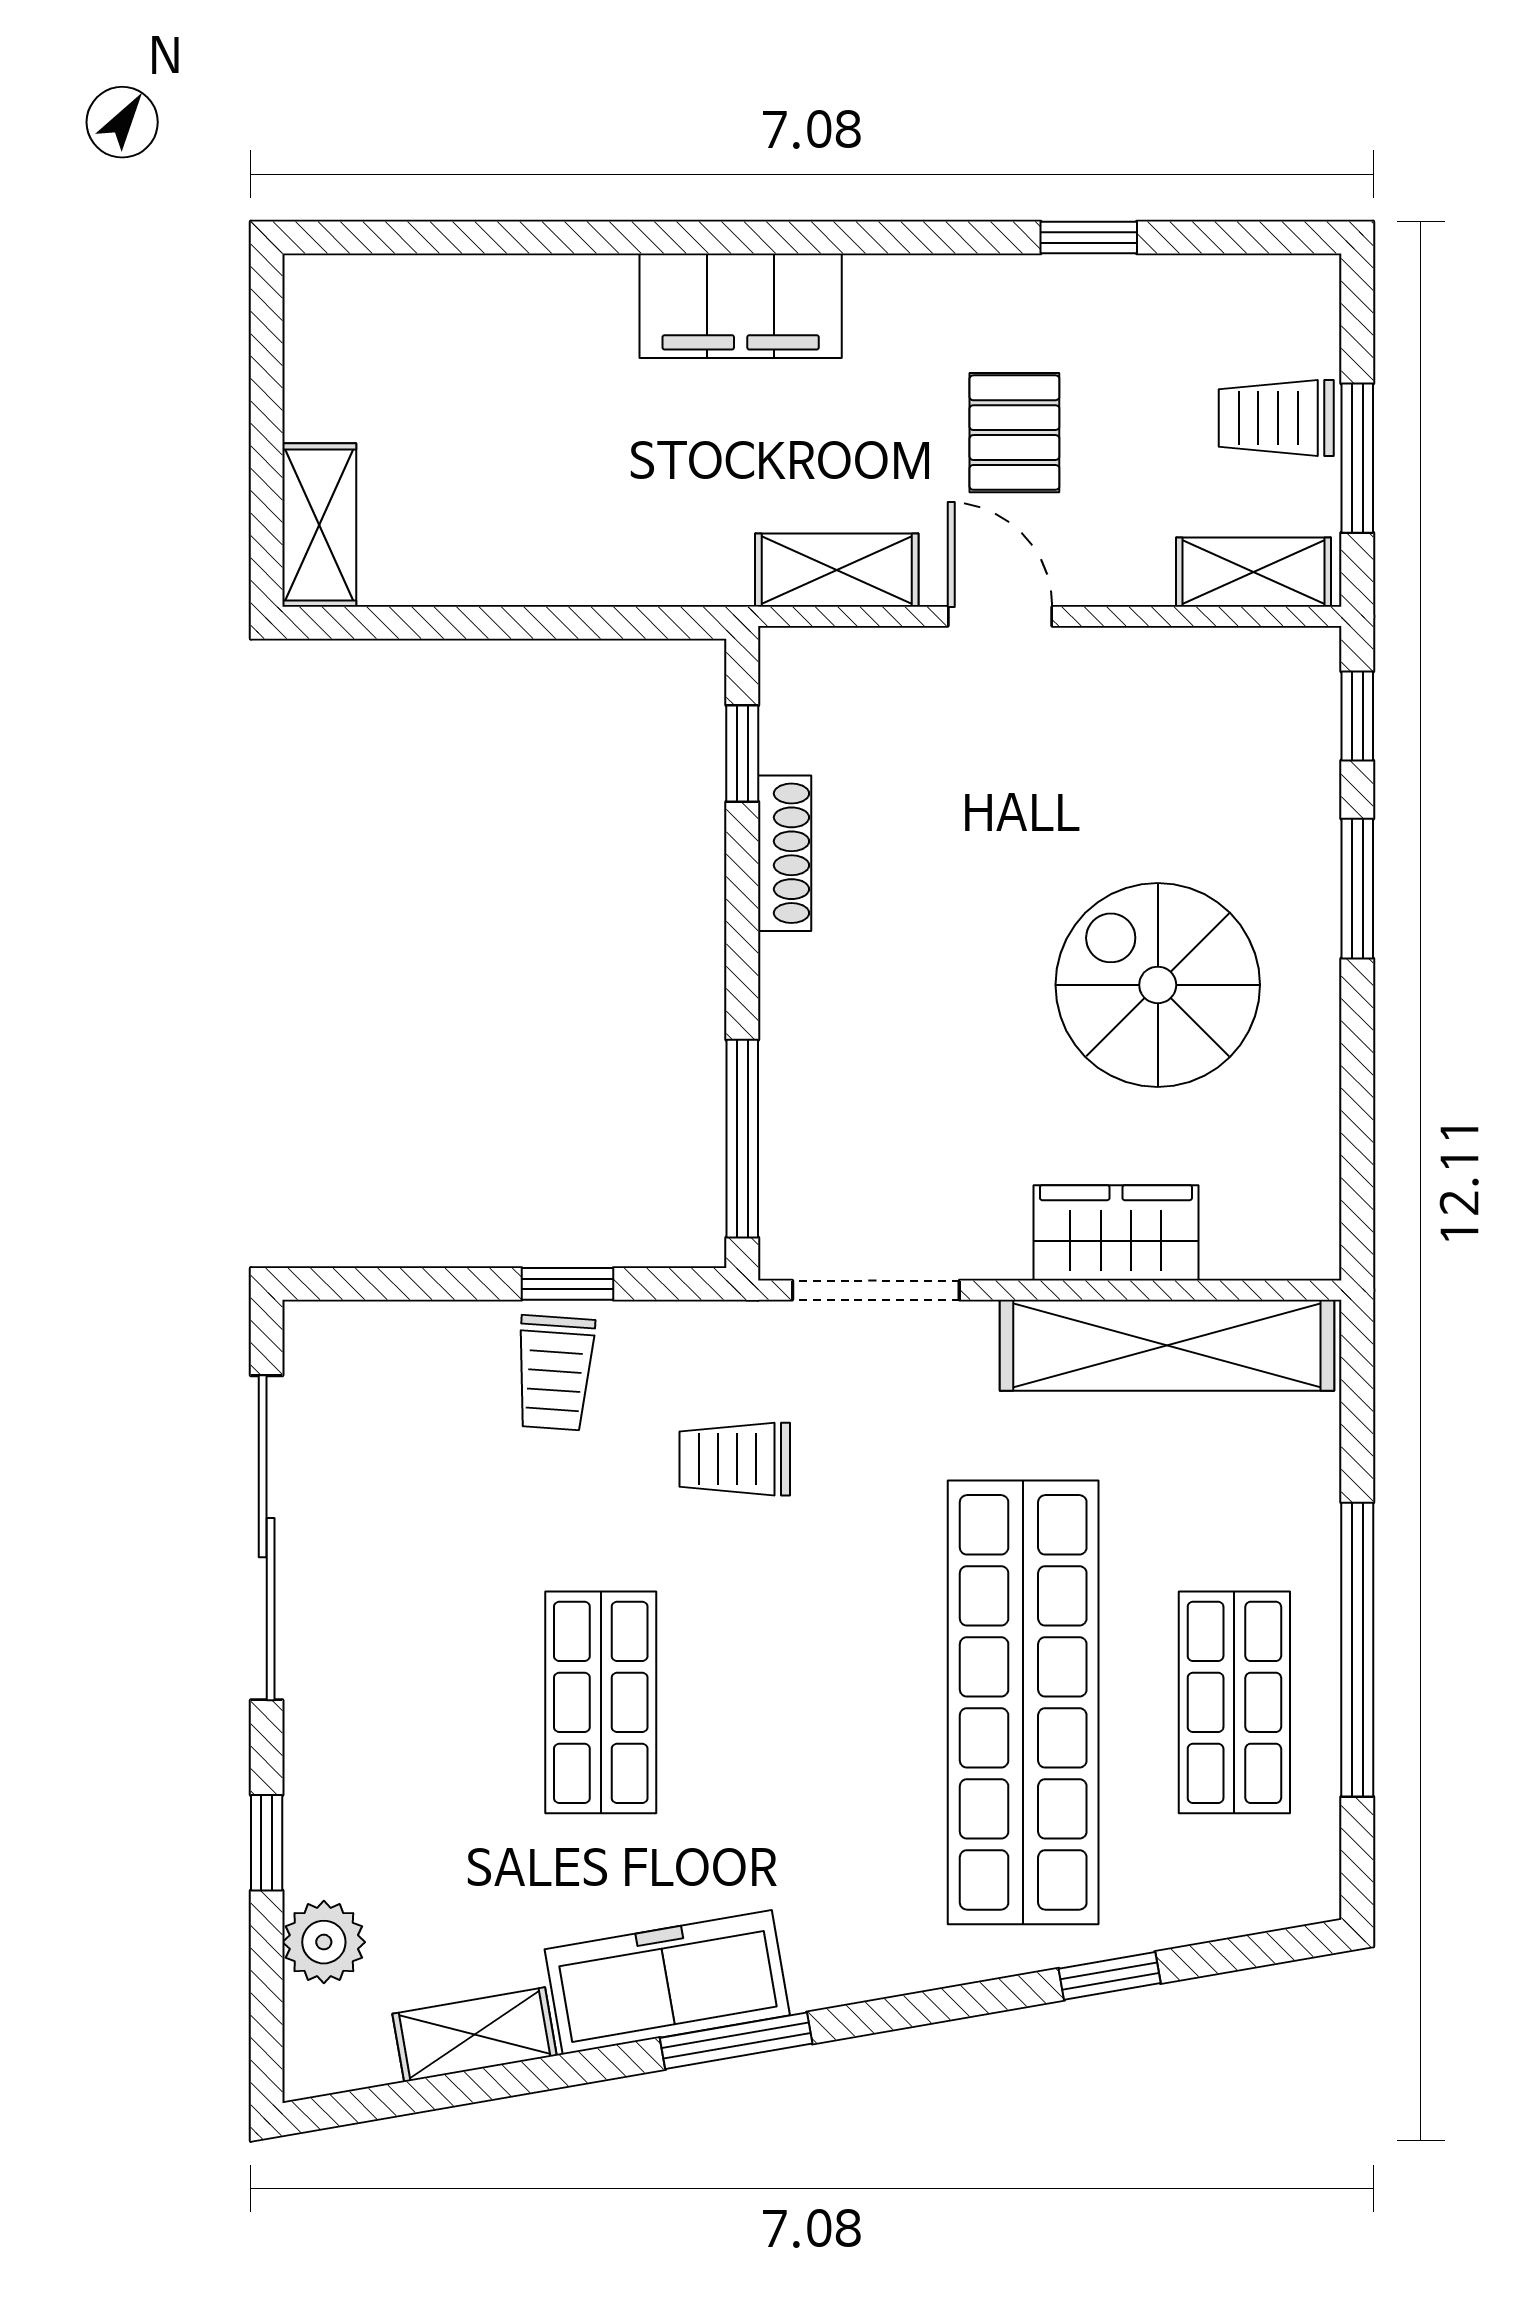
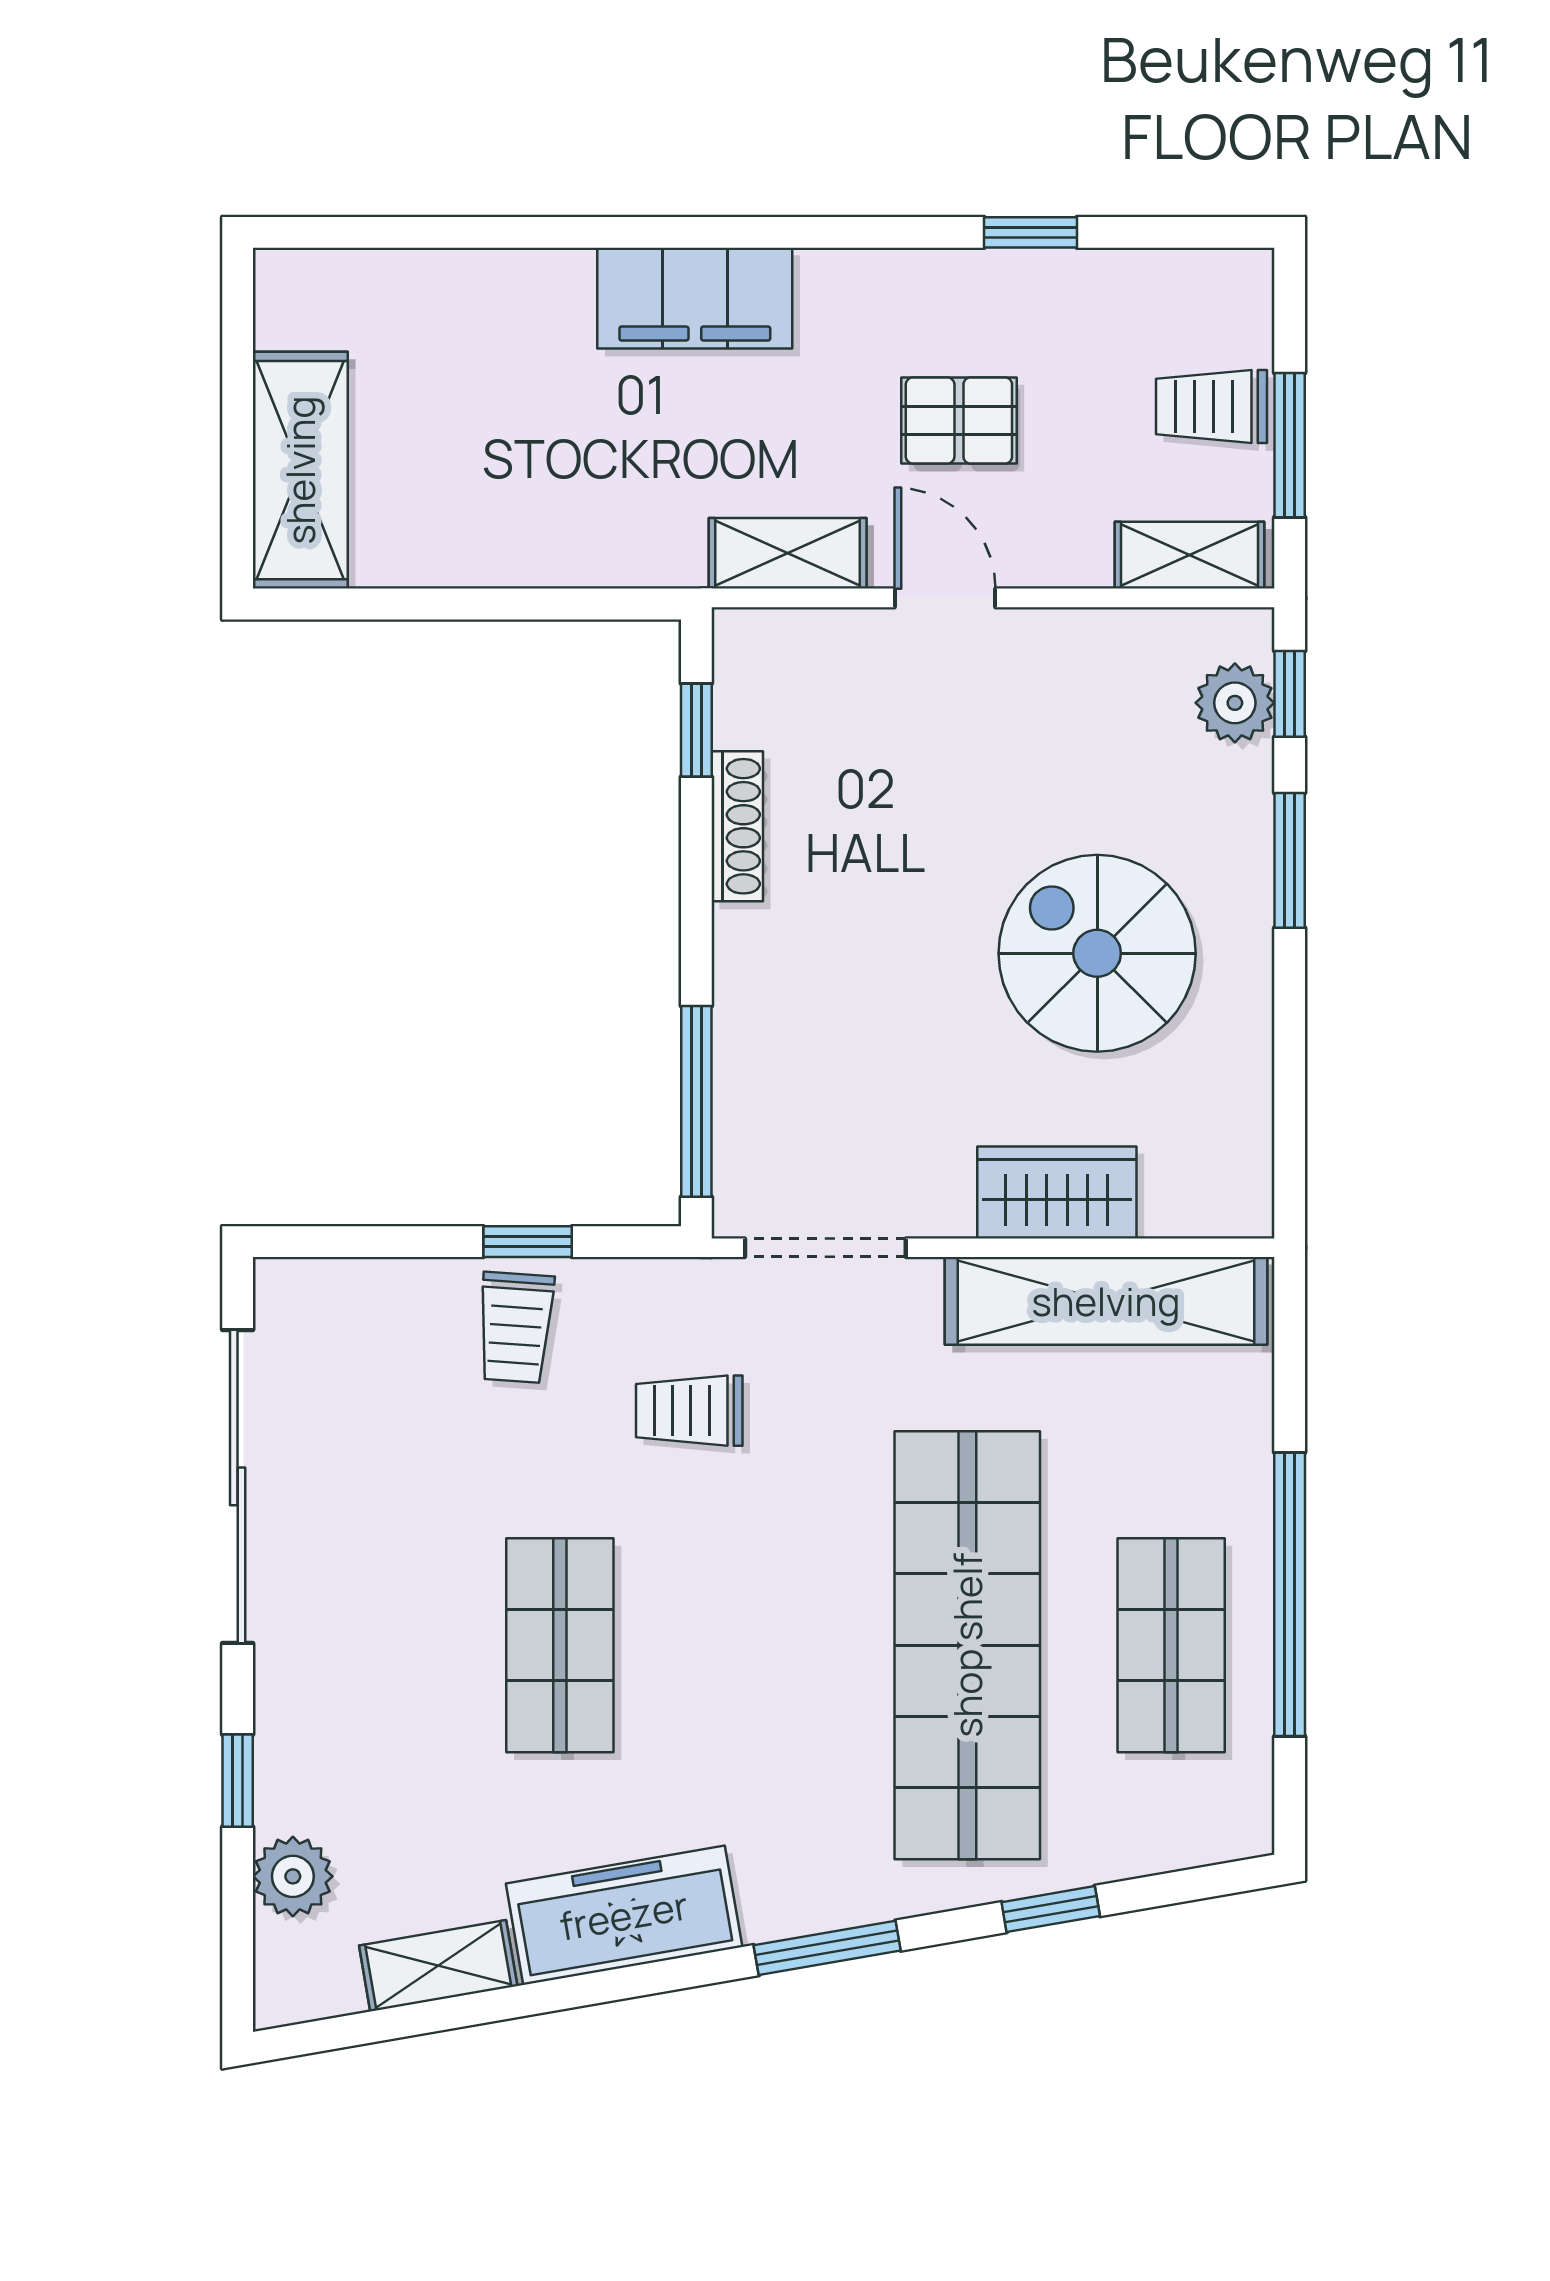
pallet: (1014, 433) -> (959, 421), turned 90
shelving: (319, 525) -> (300, 470), width x1.50, depth x1.33
plant: (1301, 725) -> (1235, 703), added
window: (736, 2041) -> (827, 1948), moved

